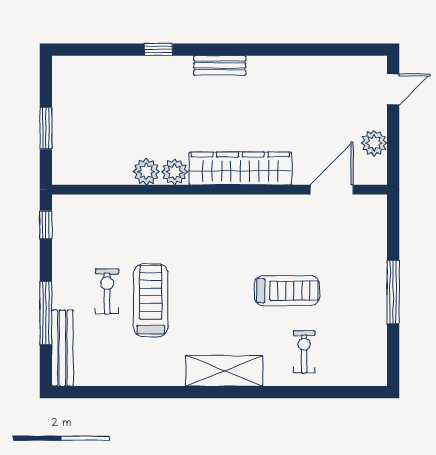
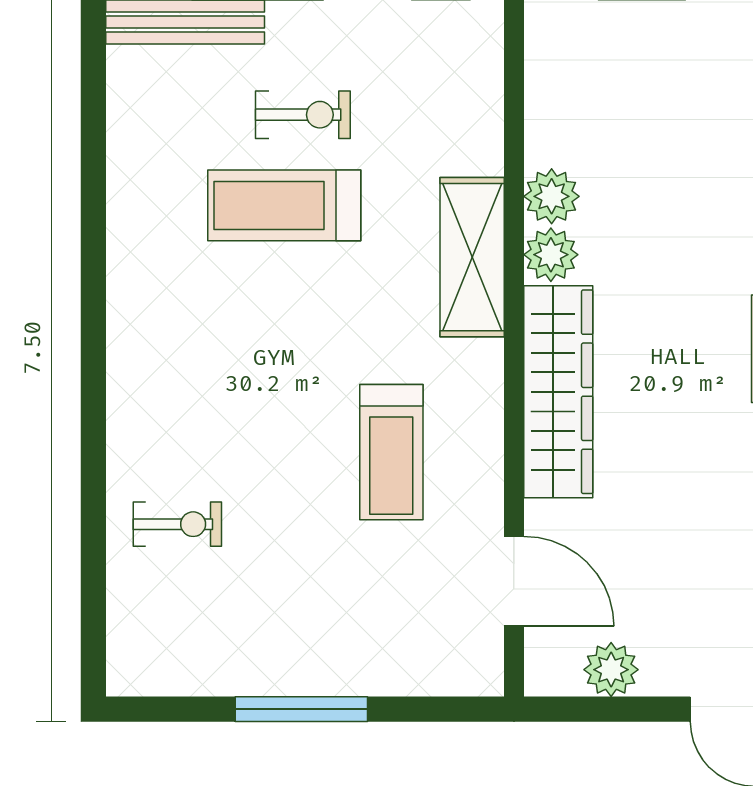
treadmill: (287, 291) -> (391, 452), moved
treadmill: (151, 300) -> (284, 205), turned 180
shelving: (224, 371) -> (472, 257), moved

